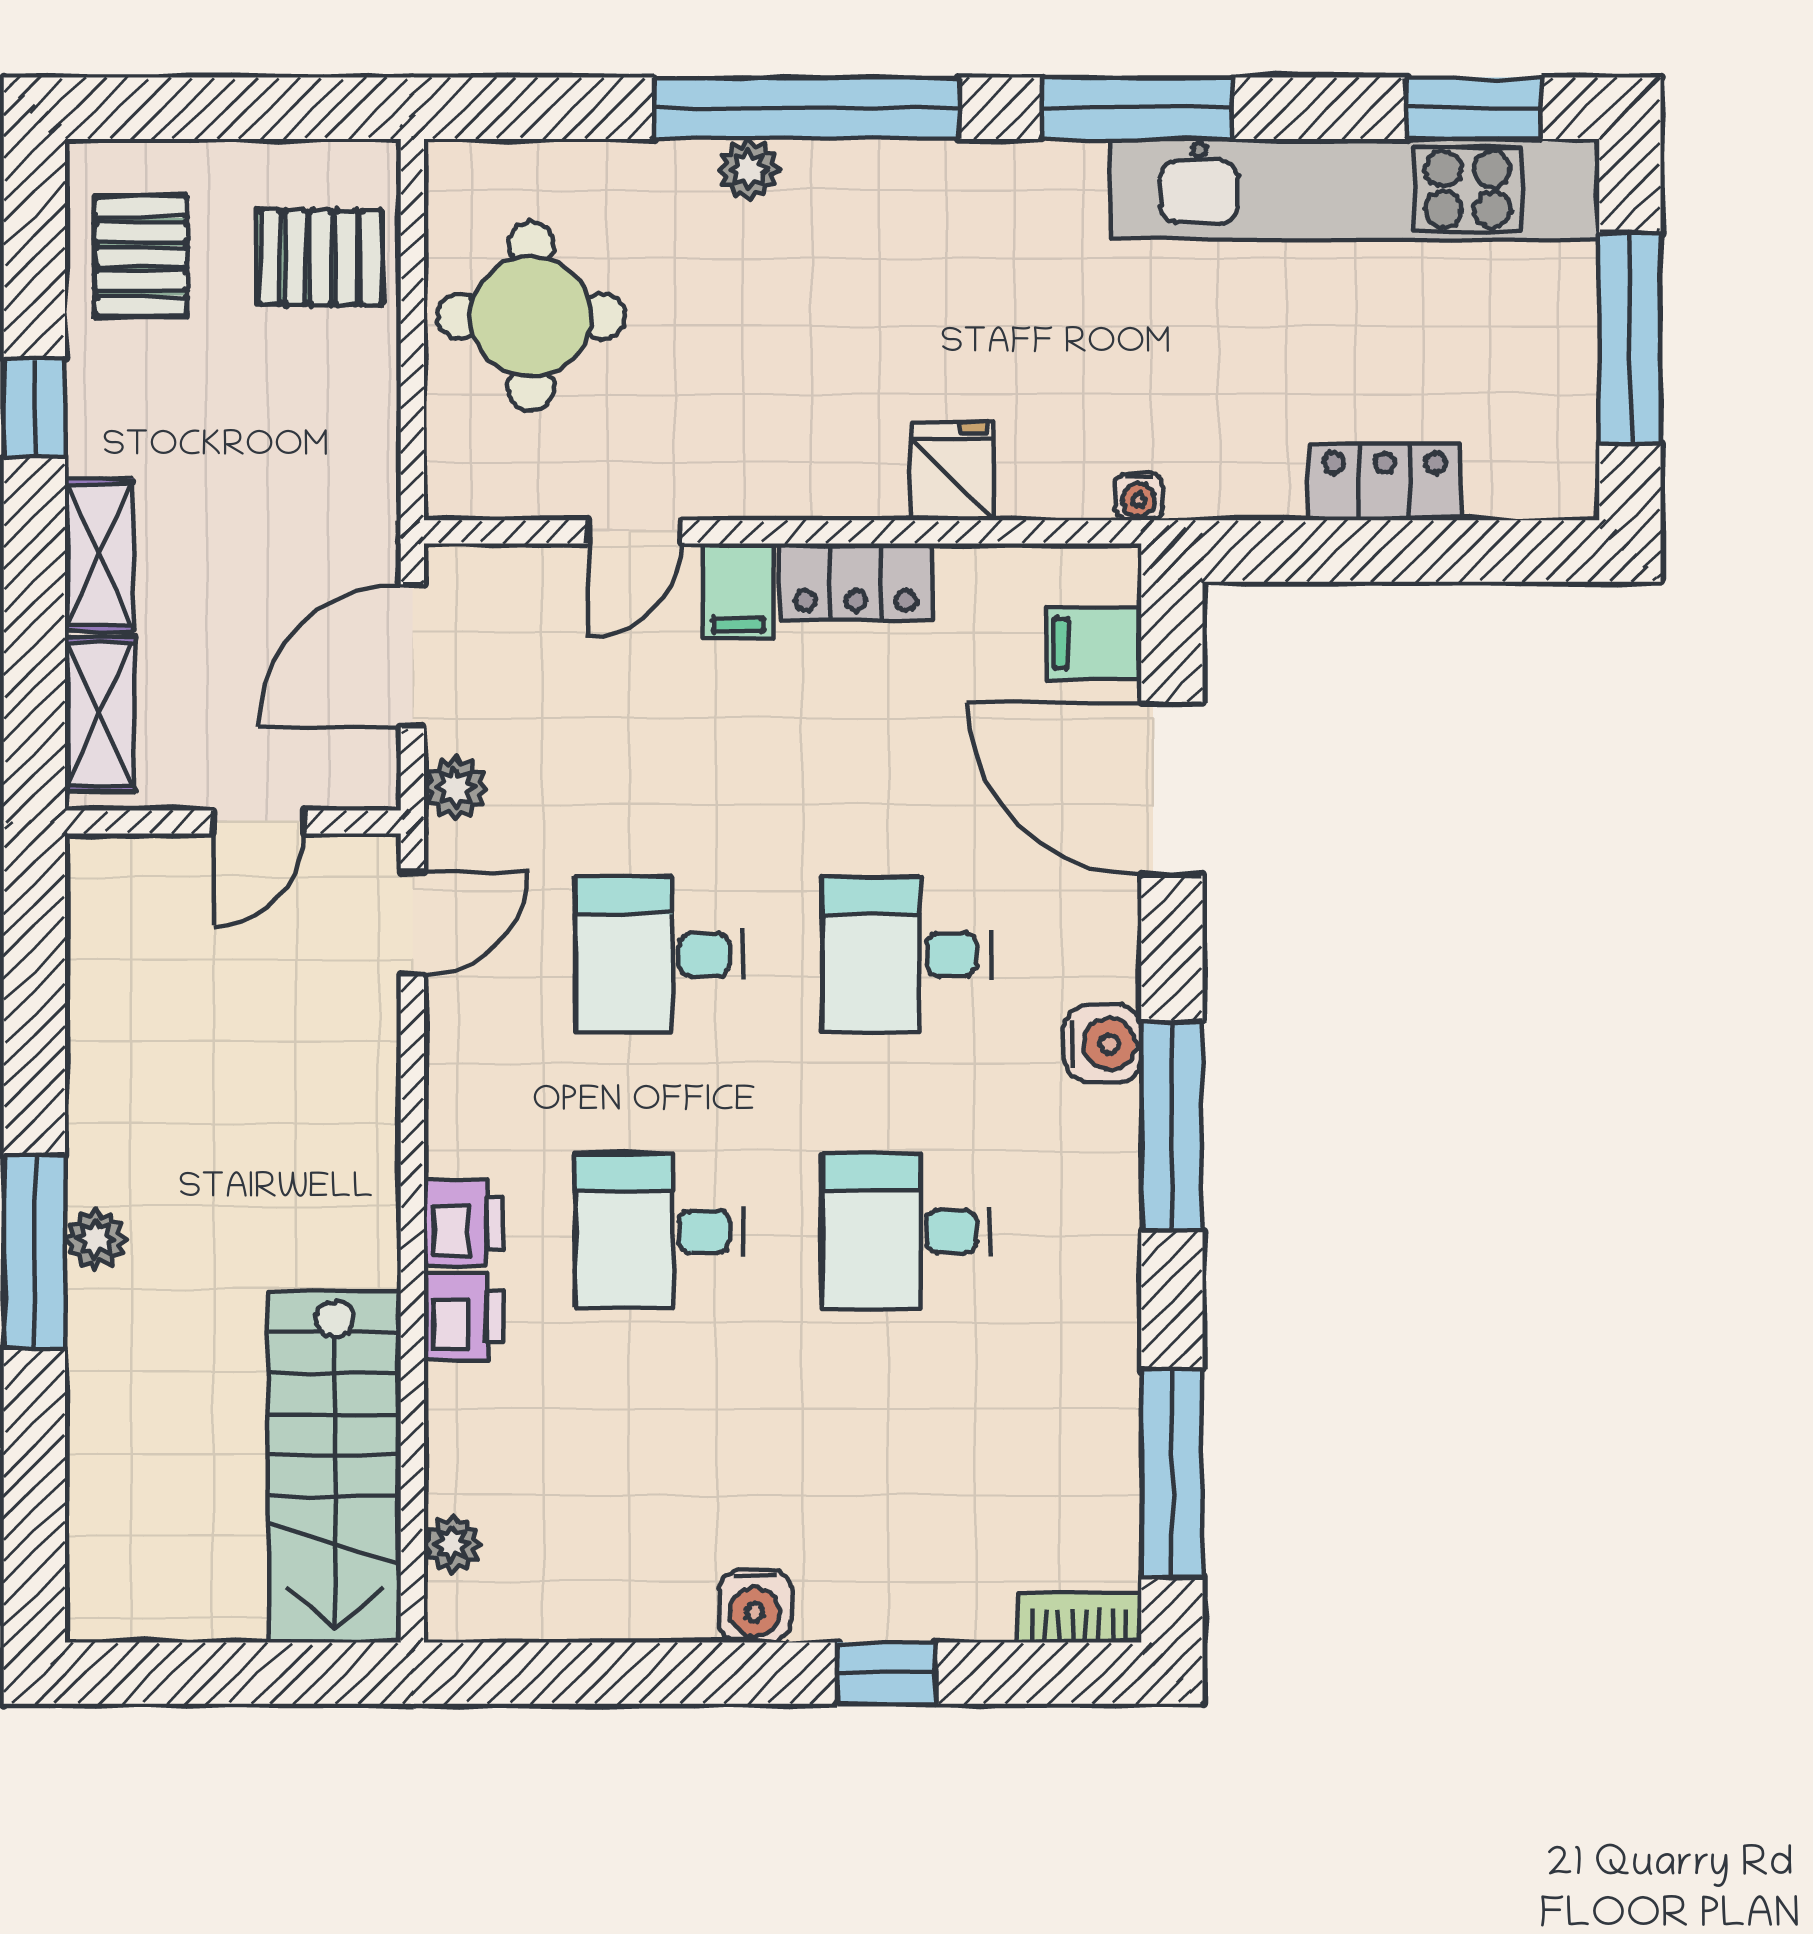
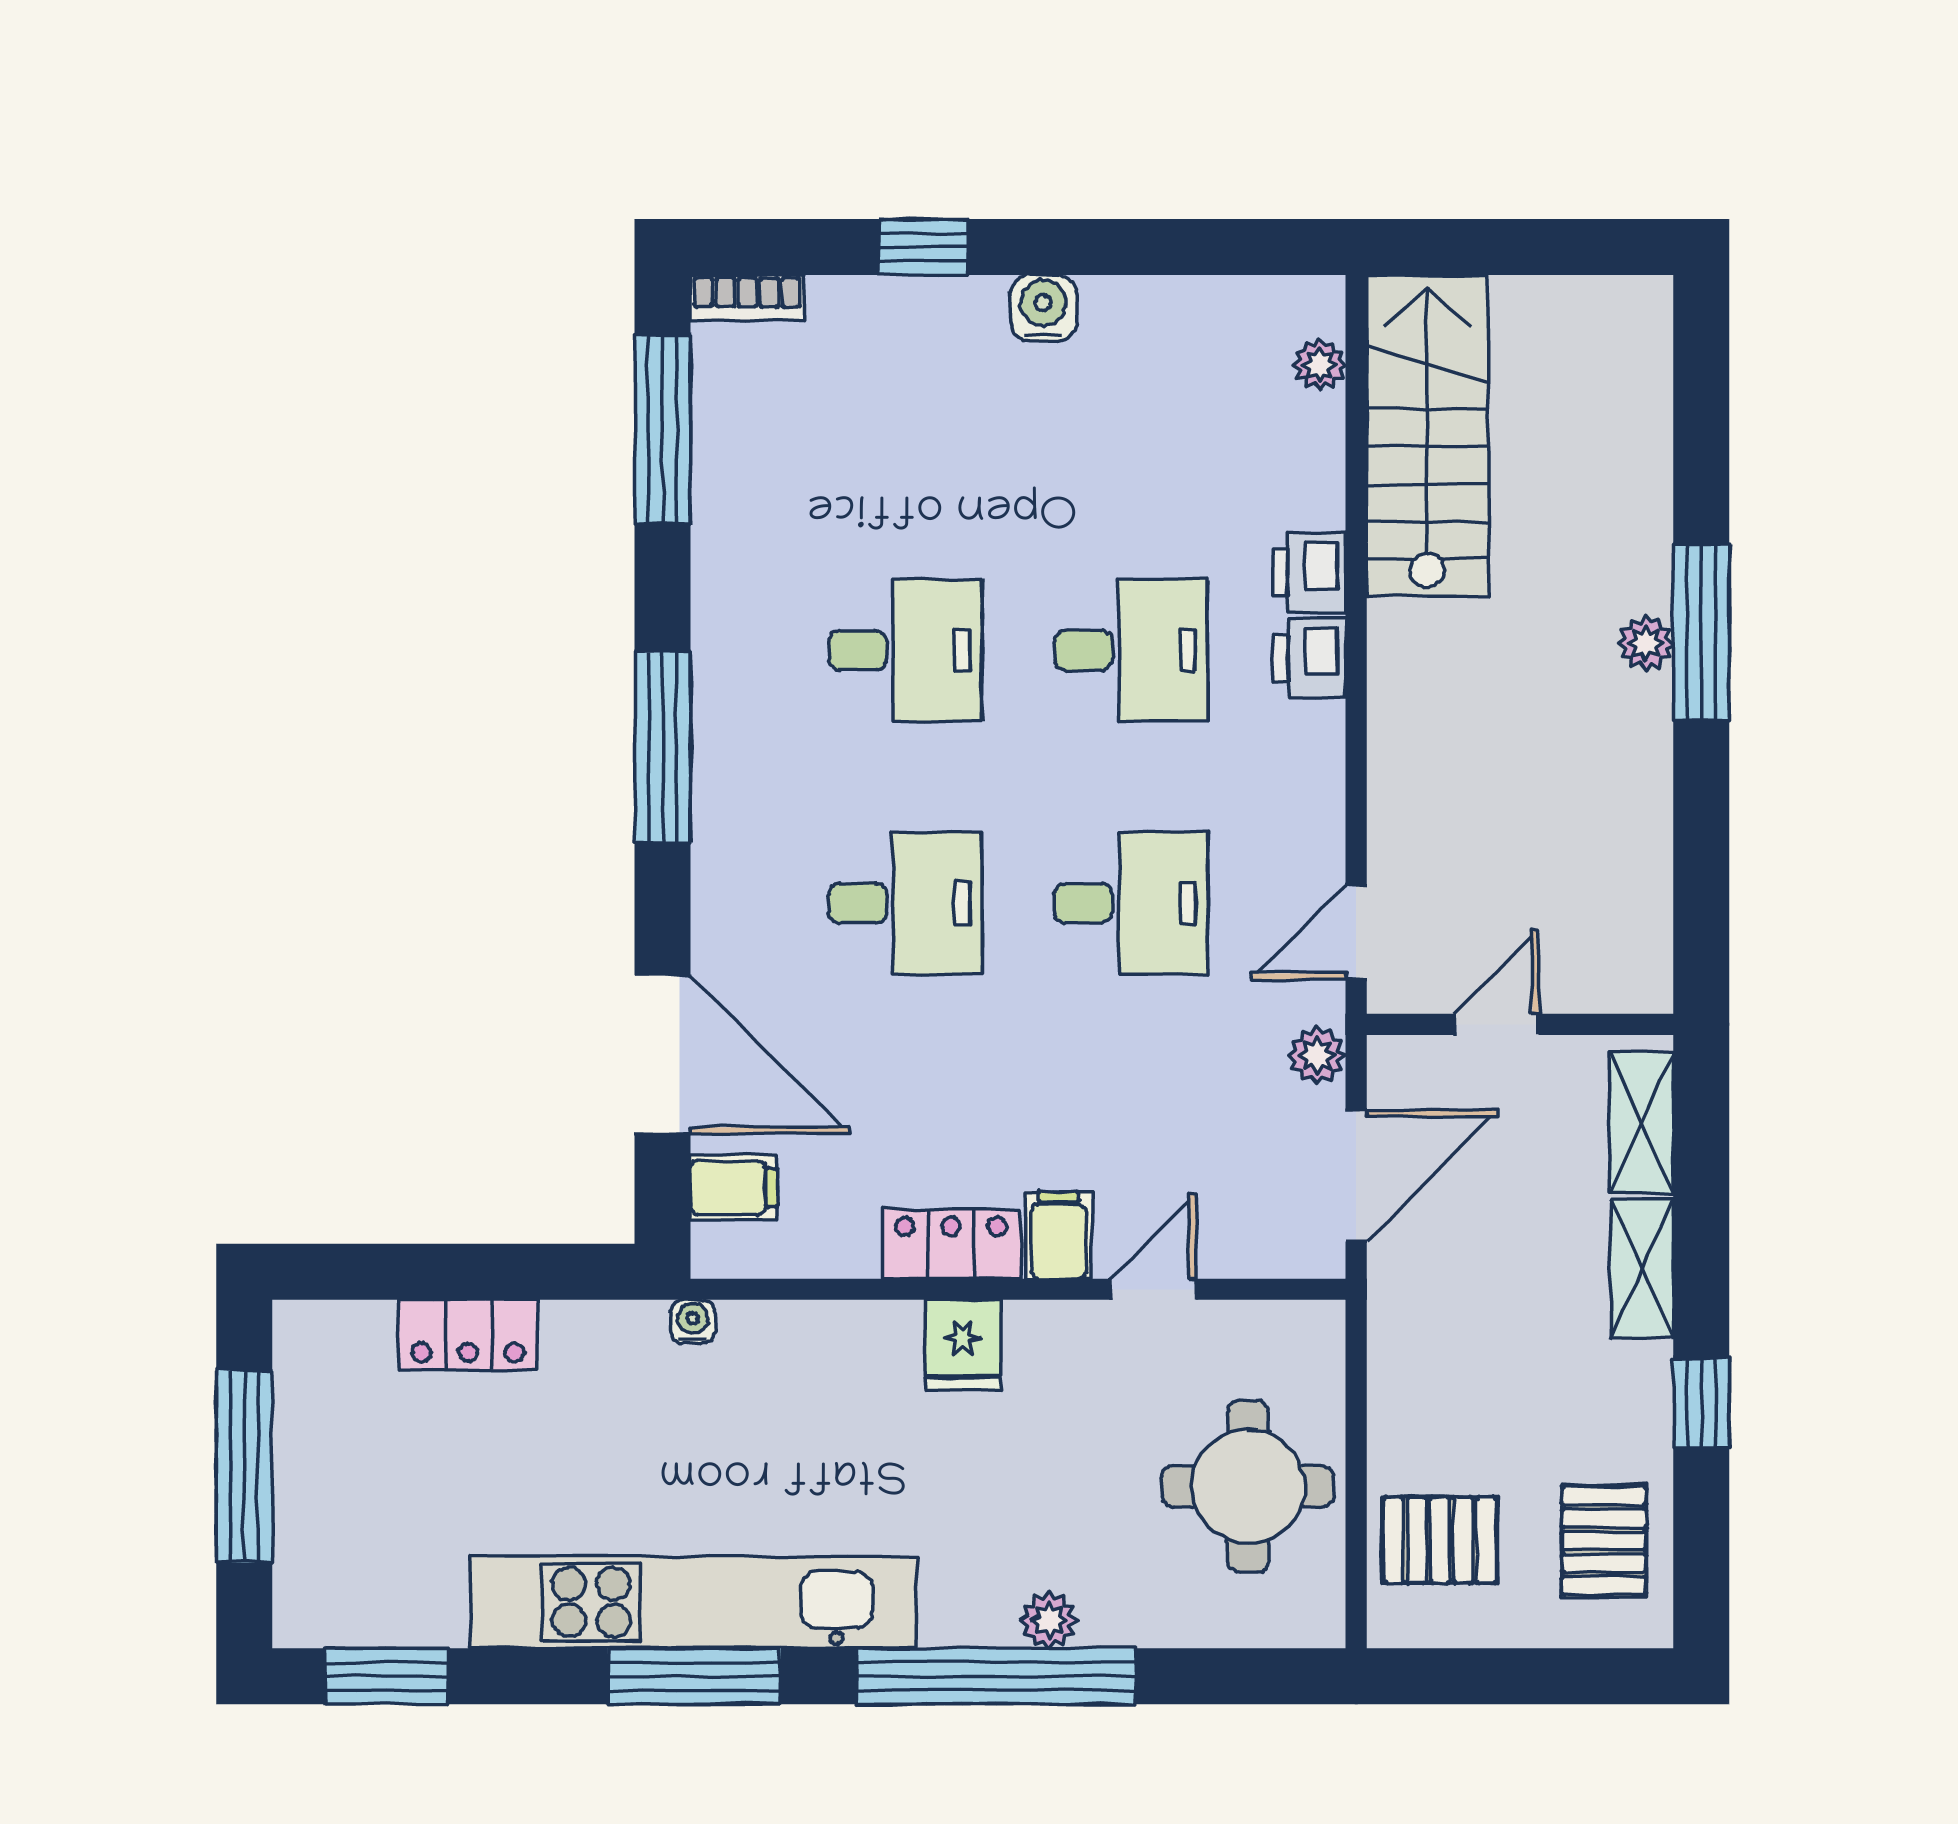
kitchen unit: (1355, 189) -> (694, 1602), moved
fridge: (953, 471) -> (963, 1345), moved
water cooler: (1103, 1044) -> (725, 822), removed

